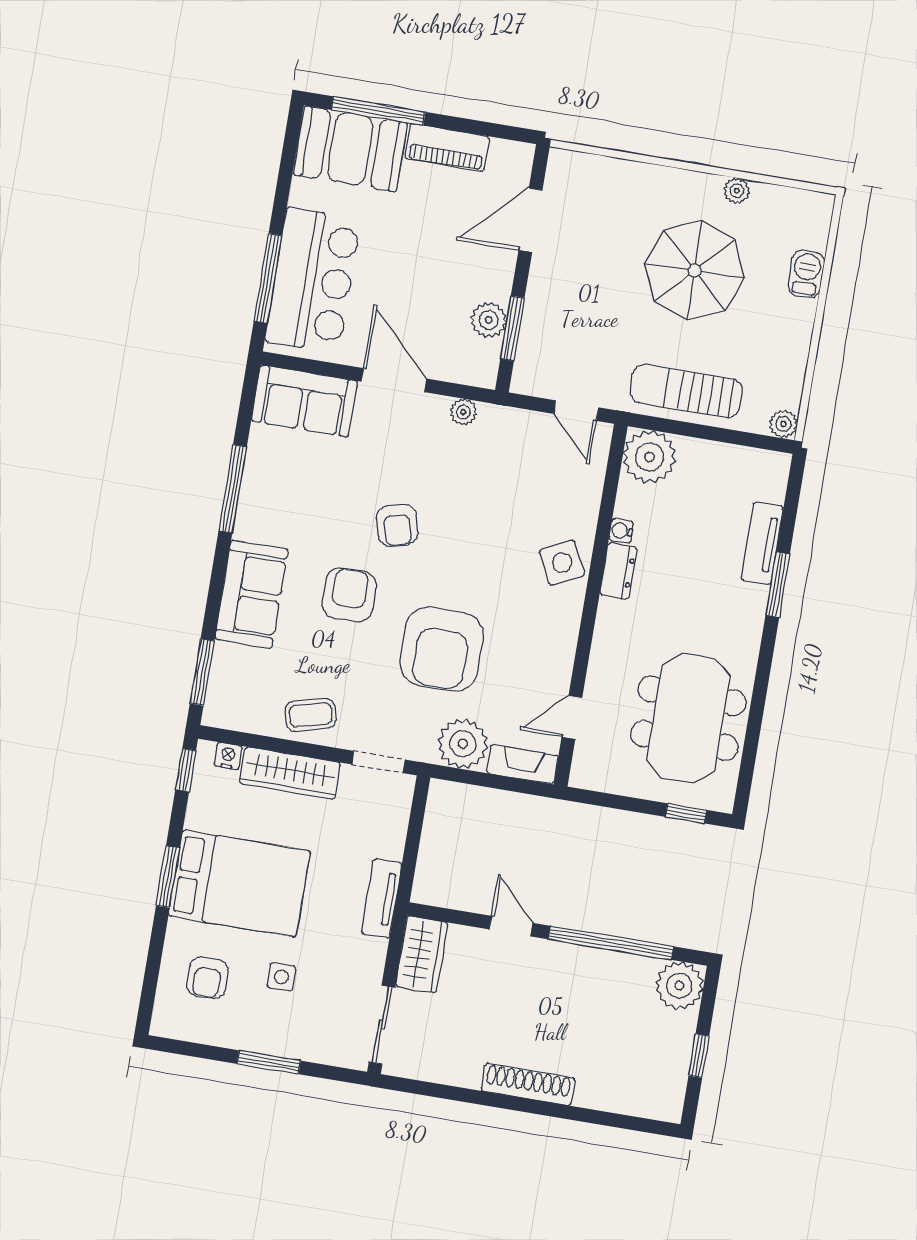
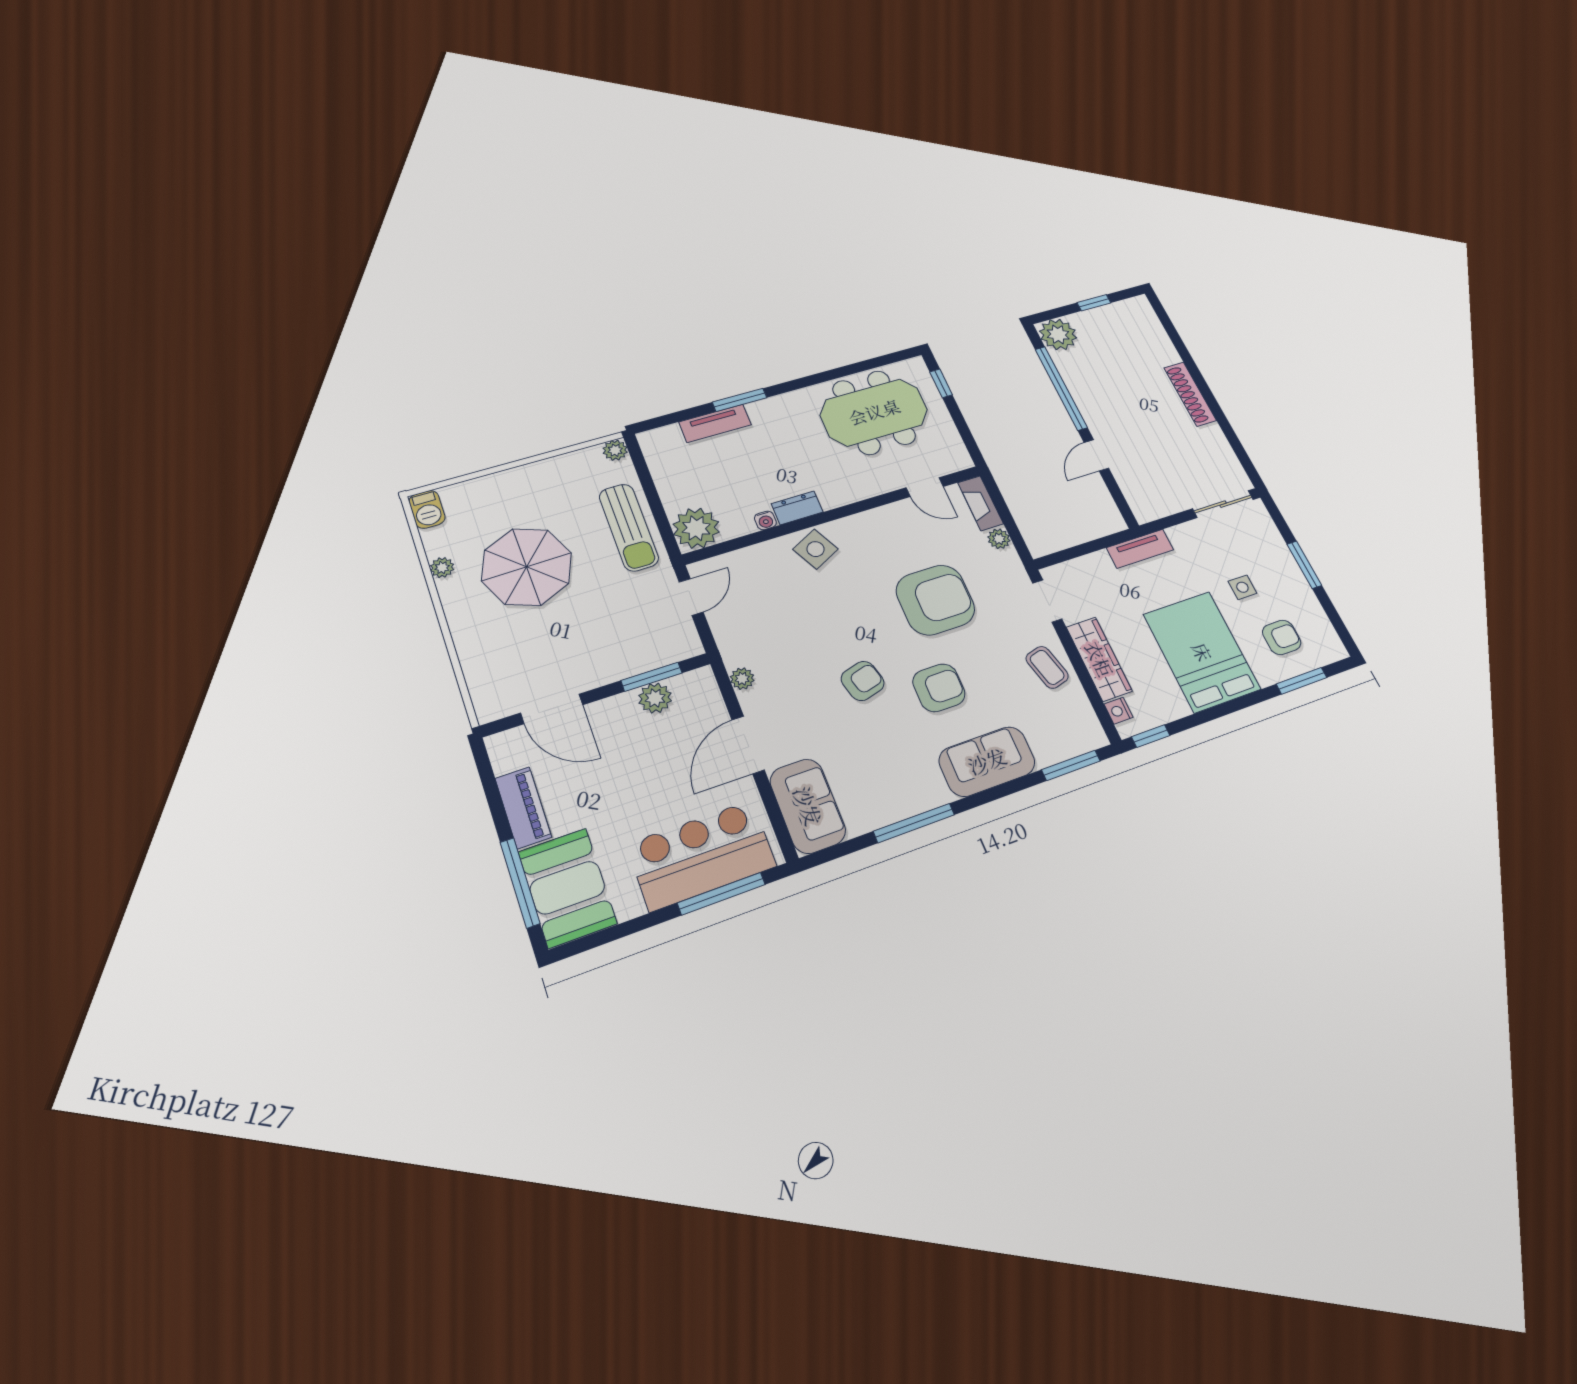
barbecue: (806, 274) -> (427, 509), moved, turned -90
armchair: (349, 595) -> (939, 688), turned 180
plant: (463, 744) -> (999, 539), width x0.53, depth x0.53
window: (168, 877) -> (1302, 681), moved
wardrobe: (422, 954) -> (1158, 503), removed

